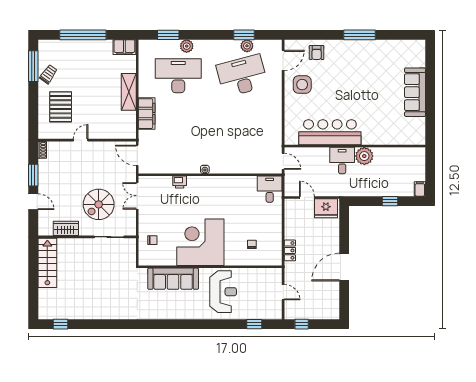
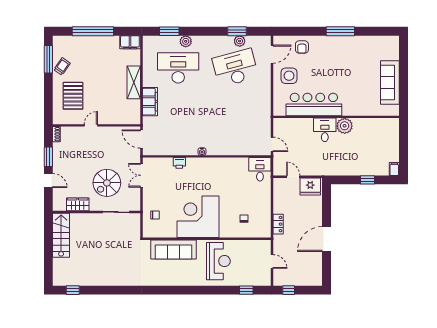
bar counter: (330, 132) -> (314, 104), moved
wall: (355, 146) -> (336, 117), moved
plant: (364, 156) -> (345, 126), moved
desk: (342, 161) -> (325, 130), moved

